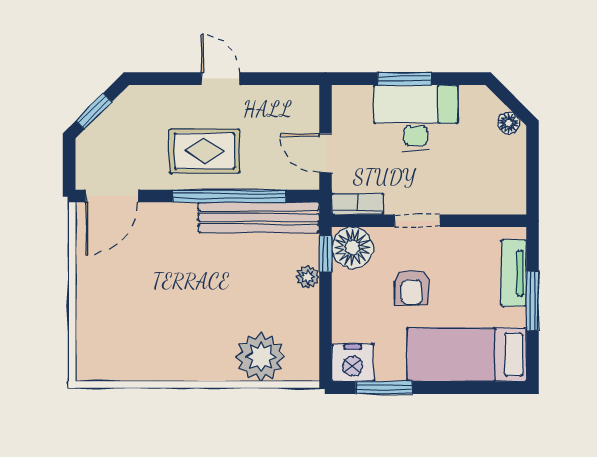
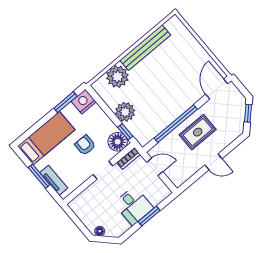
desk: (416, 118) -> (134, 206), width x0.73
bench: (259, 217) -> (145, 48), moved
plant: (308, 277) -> (125, 112), width x1.87, depth x1.87

